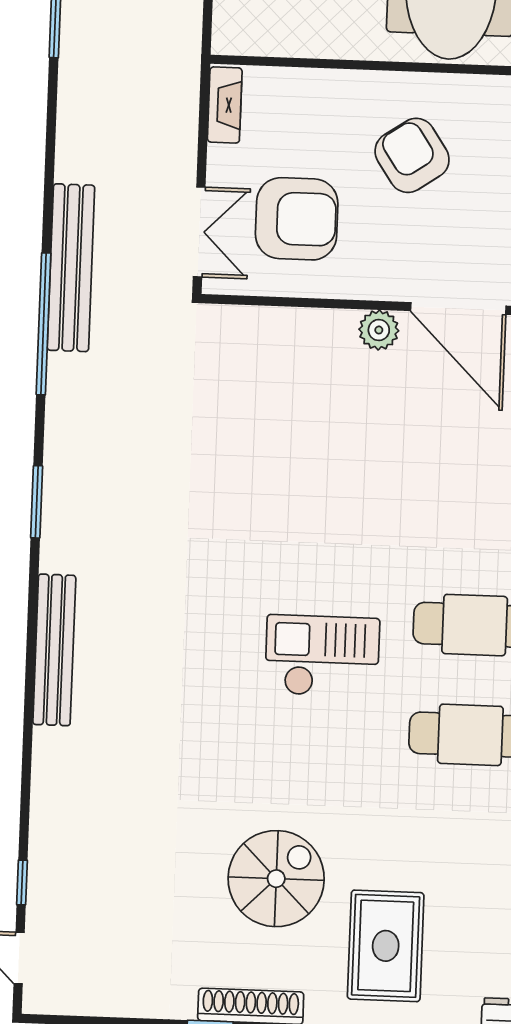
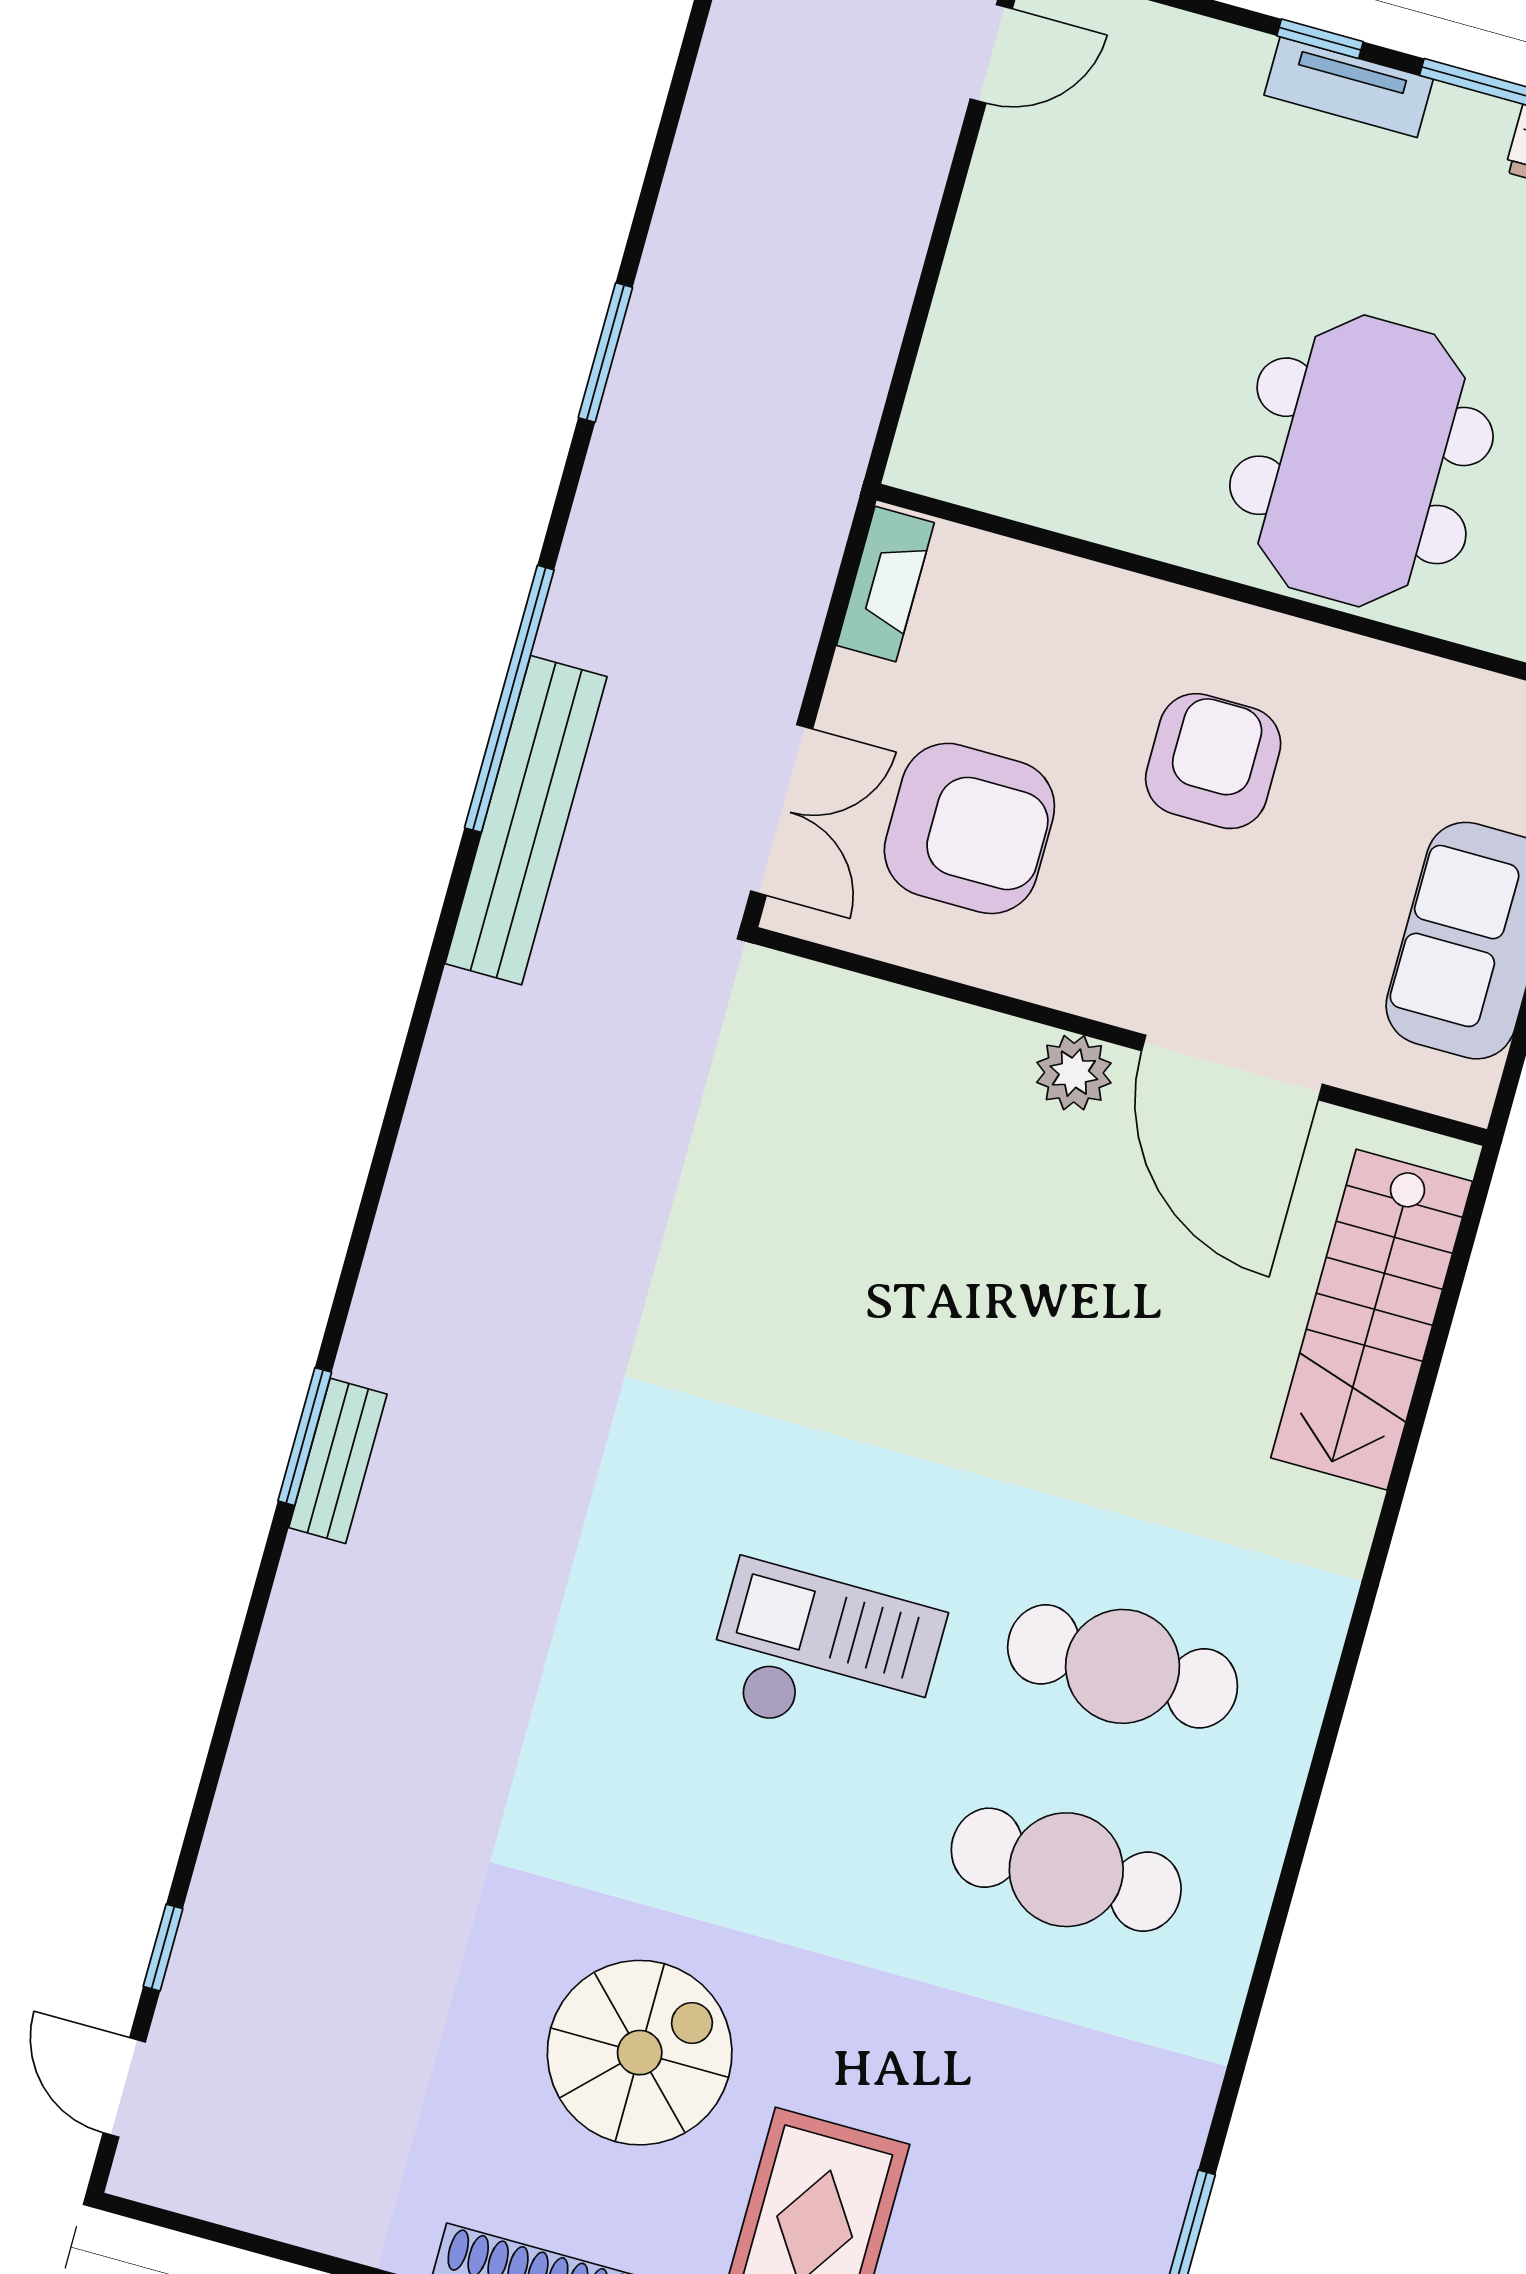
armchair: (412, 155) -> (1213, 761), turned 34
window: (43, 324) -> (509, 699), moved
window: (37, 502) -> (305, 1437), moved
bench: (54, 650) -> (338, 1461), width x0.54, depth x0.82

